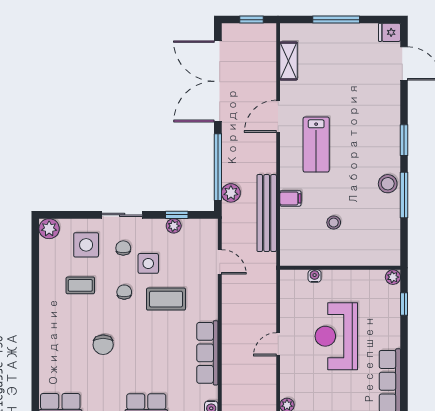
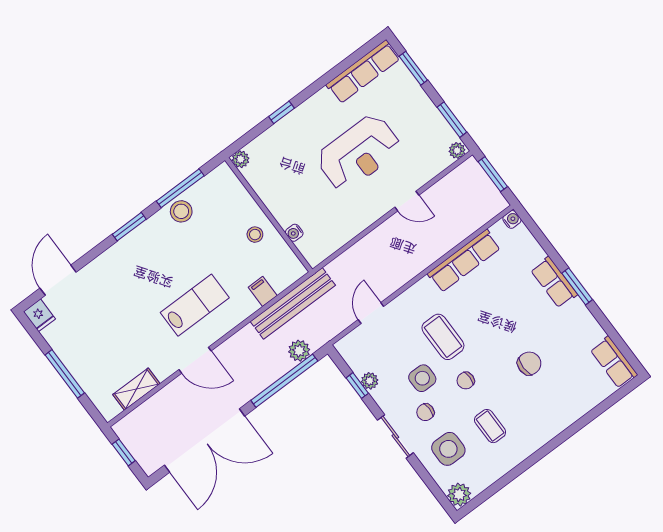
wall: (340, 268) -> (269, 215), moved
water cooler: (315, 276) -> (294, 233), moved
plant: (393, 277) -> (241, 159), moved

